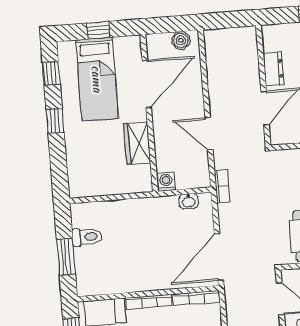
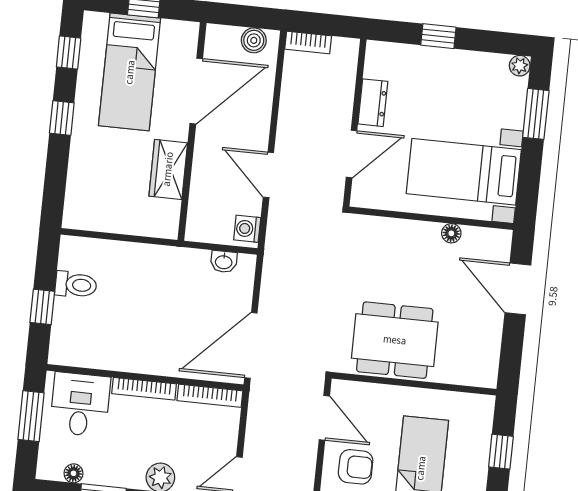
washing machine: (166, 182) -> (247, 229), moved, turned -90
bookcase: (222, 186) -> (308, 43), moved, turned 90
window: (66, 257) -> (42, 307), width x0.67

